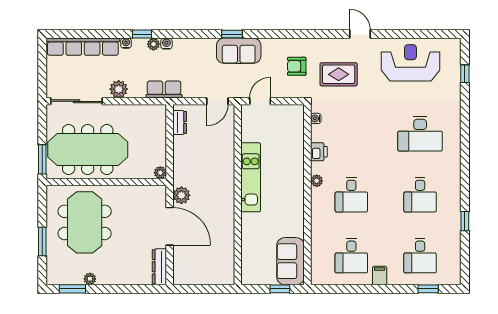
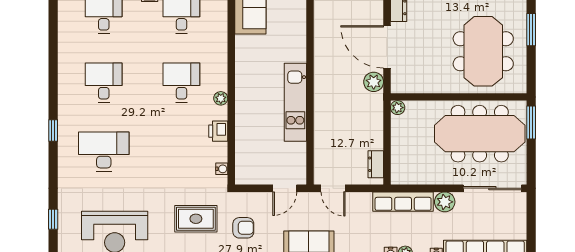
row of seats: (164, 90) -> (403, 202), width x1.48
door: (217, 101) -> (333, 188), swing flipped
window: (465, 221) -> (53, 130), moved

